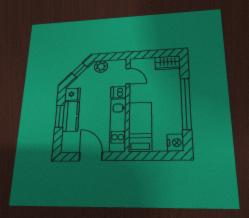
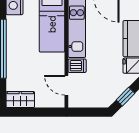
plant: (101, 66) -> (99, 100), removed

